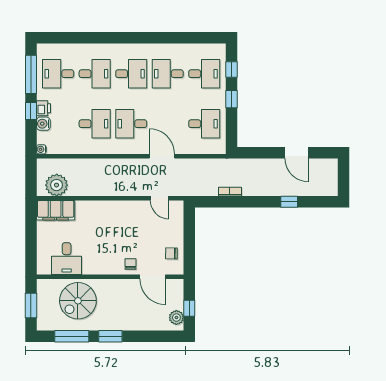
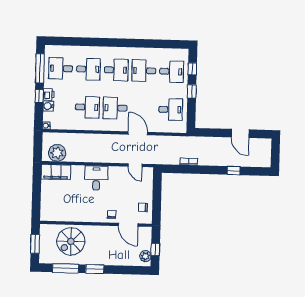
desk: (67, 259) -> (96, 178), moved, turned 180

